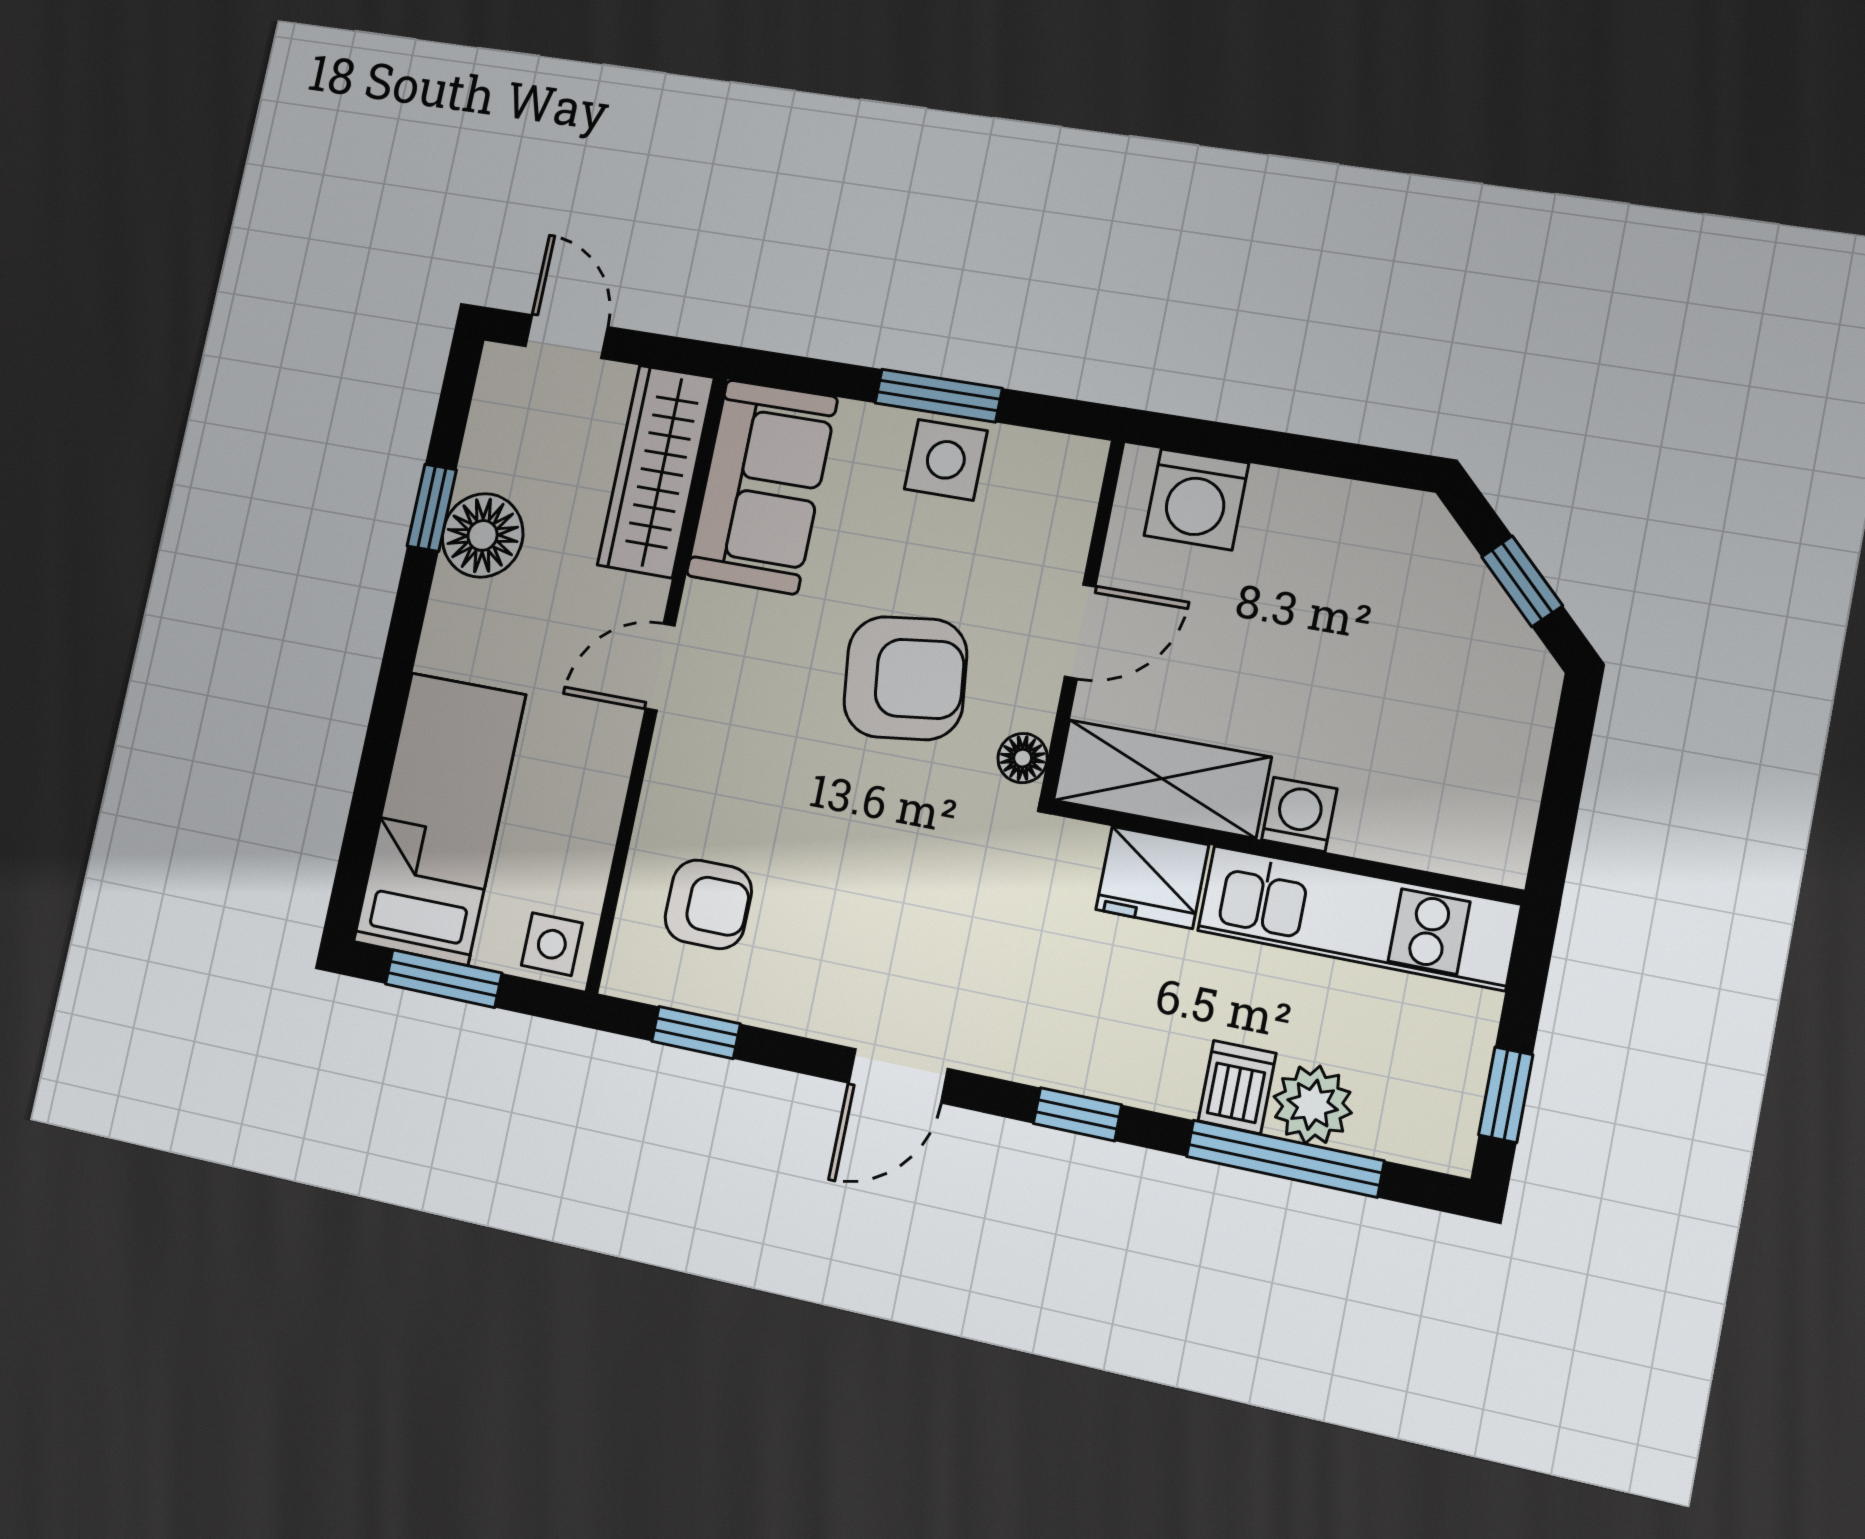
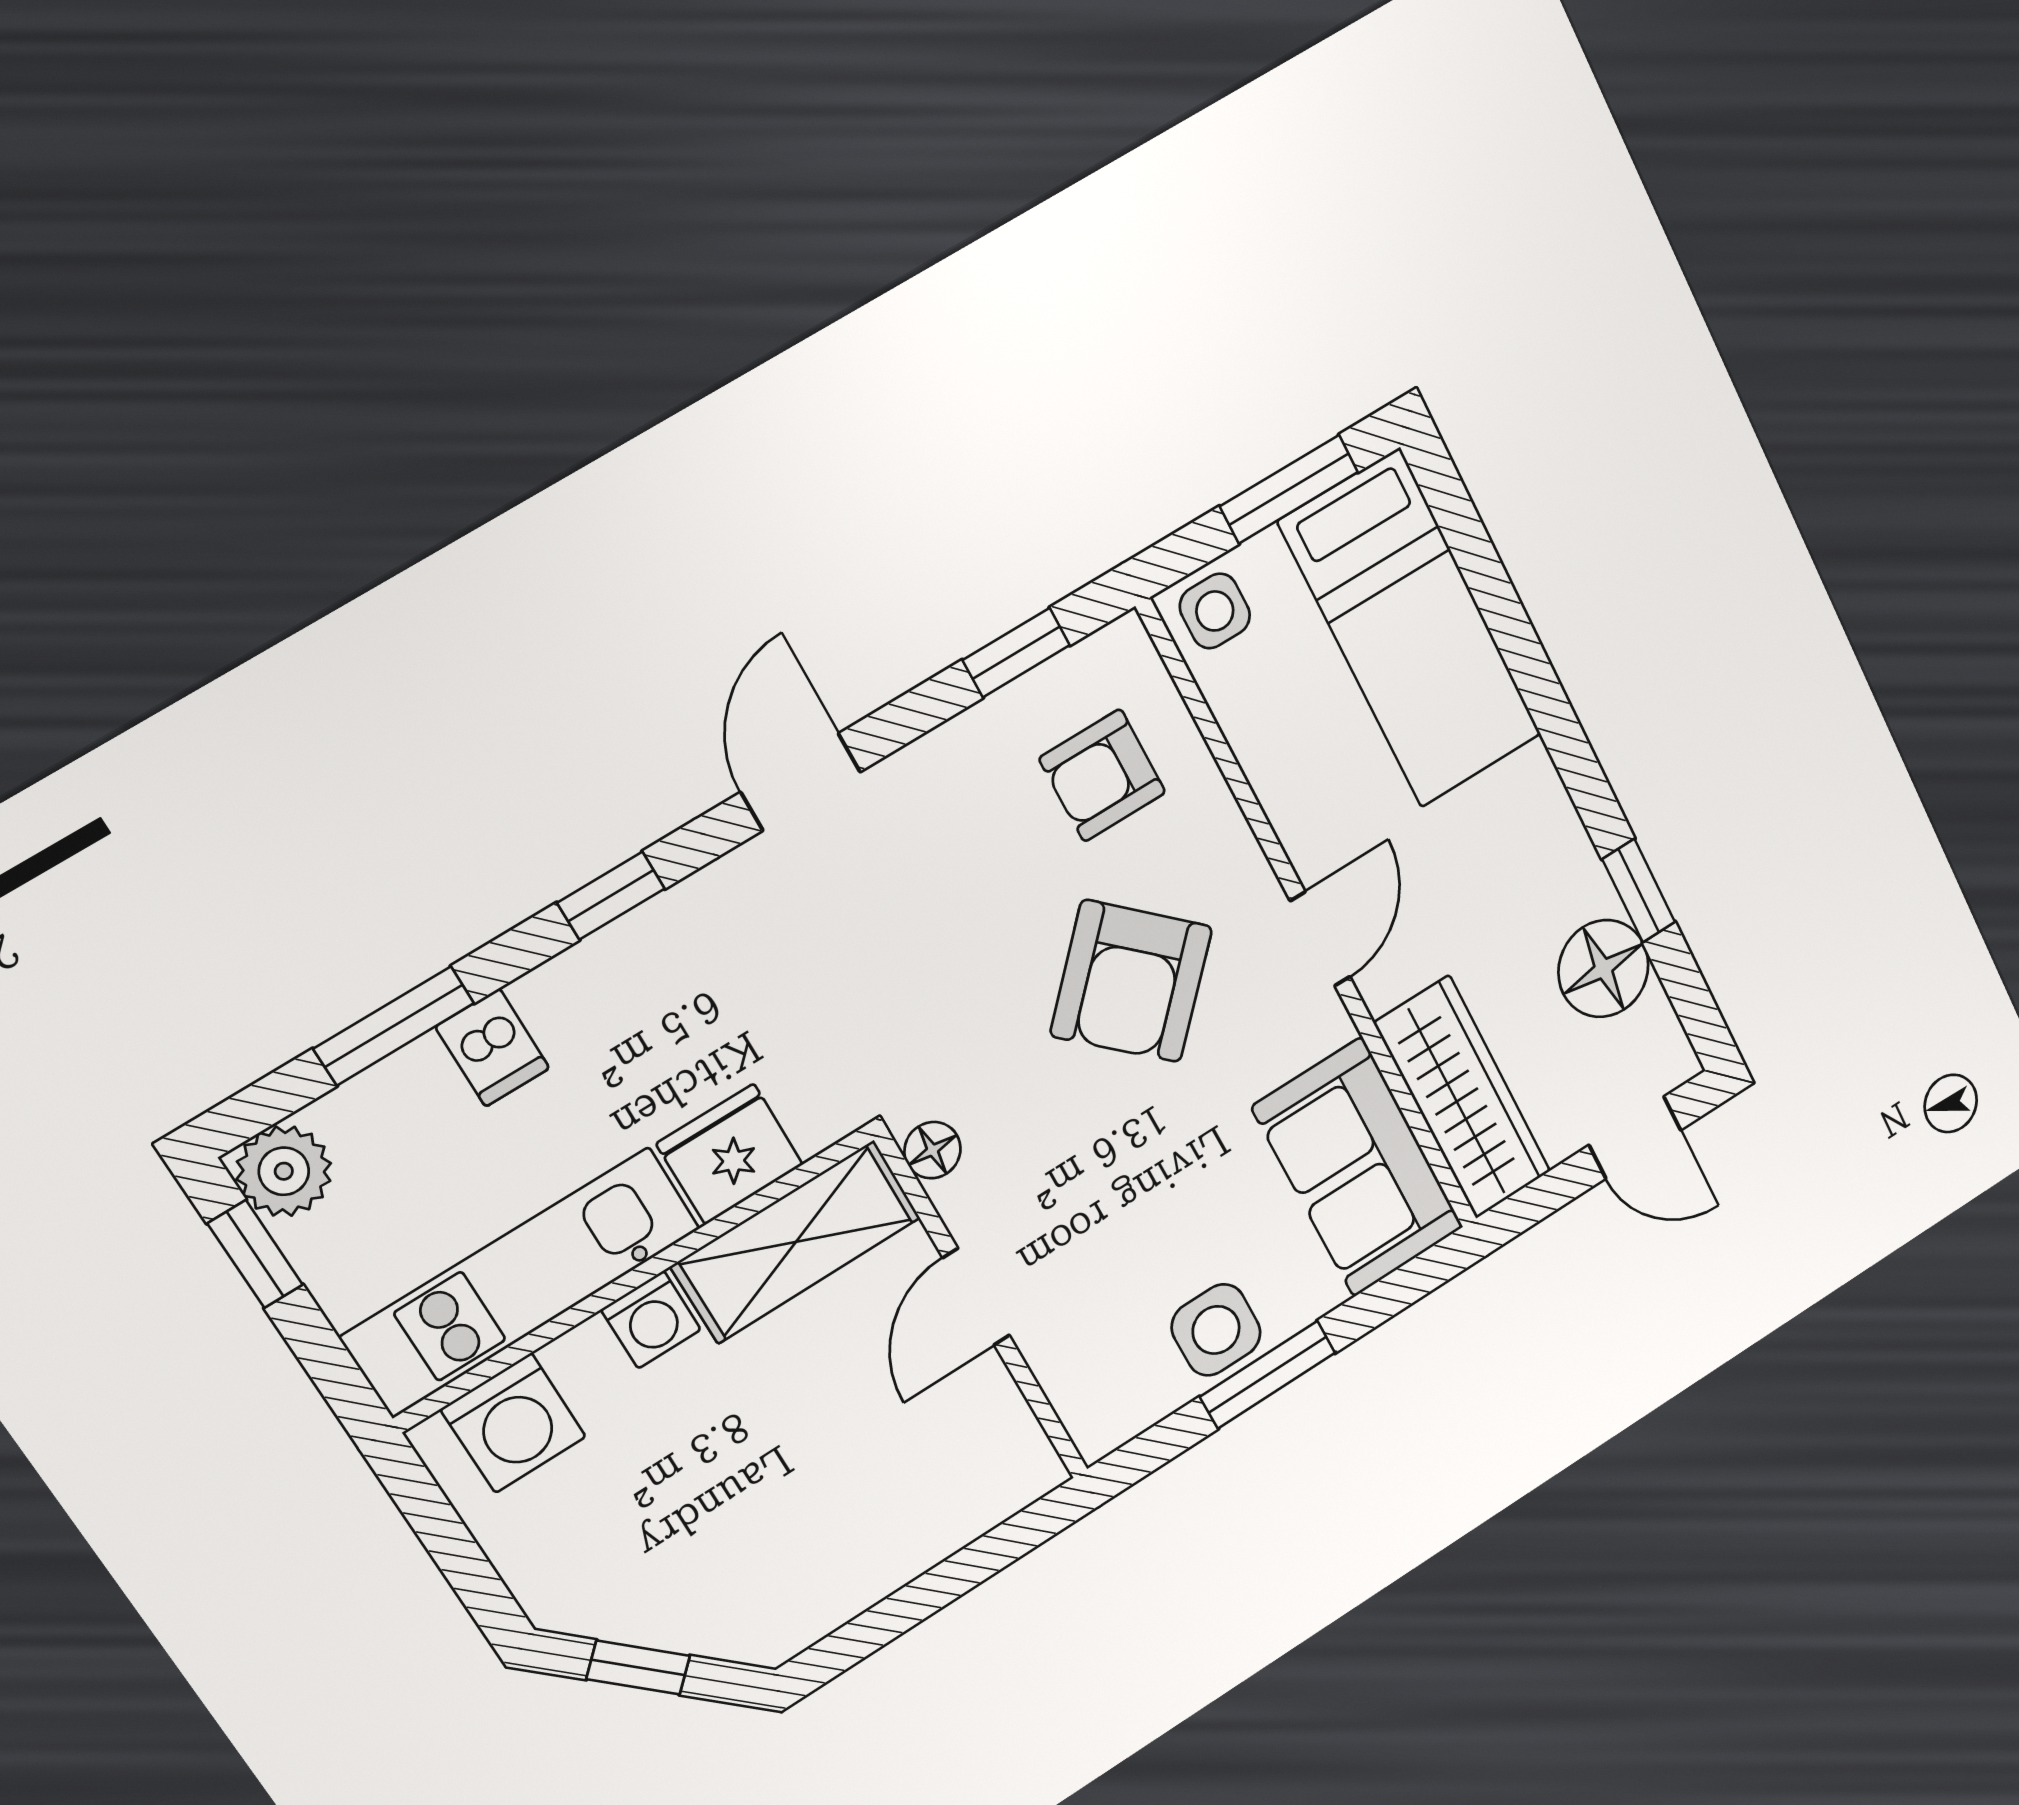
washing machine: (1196, 499) -> (513, 1423), moved, turned 180
floor lamp: (483, 535) -> (1603, 969), moved
armchair: (905, 678) -> (1131, 981), moved, turned -40
plant: (1313, 1105) -> (284, 1171), moved
window: (1285, 1159) -> (394, 1026), width x0.69

